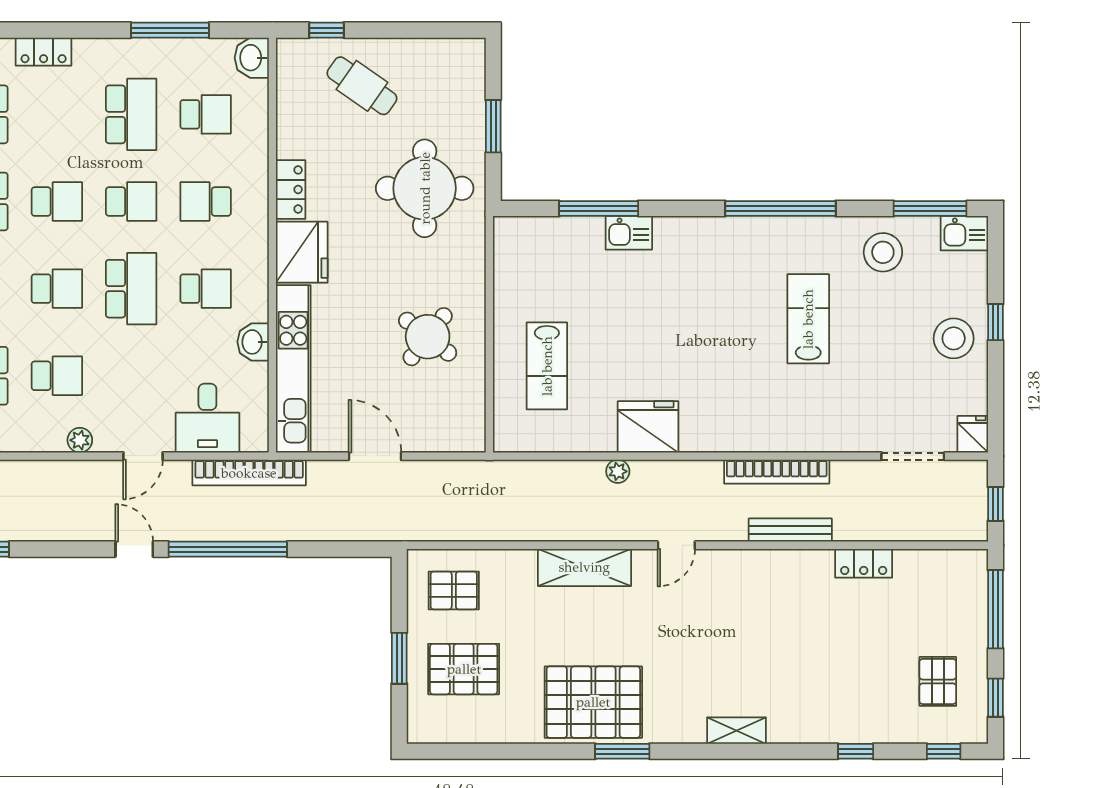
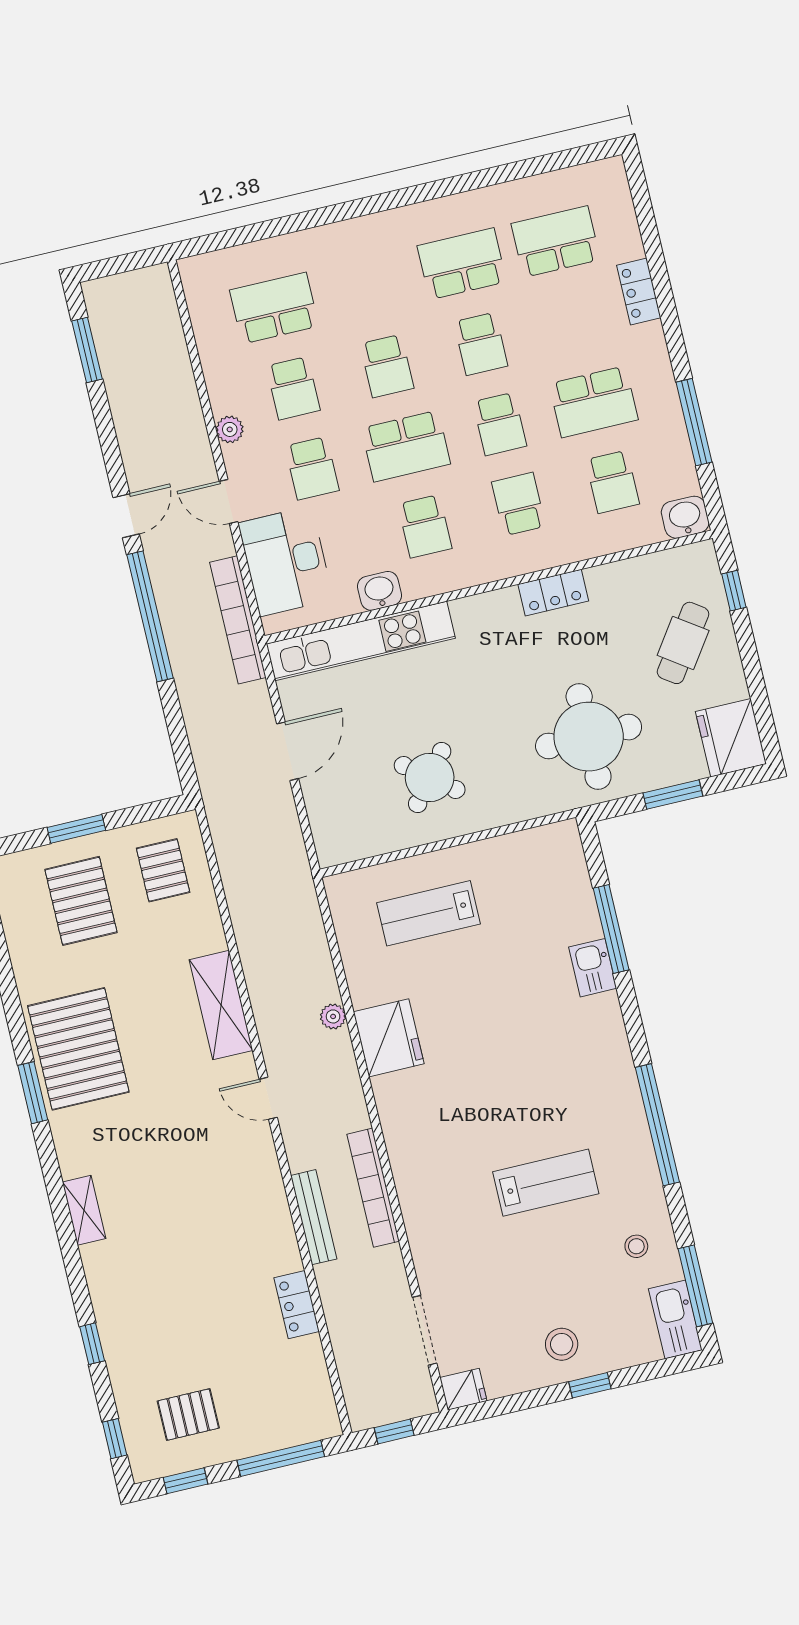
kitchen sink: (964, 233) -> (675, 1319), width x1.38
fridge: (302, 252) -> (731, 738), moved, turned 90
stool: (883, 252) -> (636, 1246), width x0.53, depth x0.53
stool: (954, 338) -> (562, 1344), width x0.73, depth x0.73
school desk: (131, 376) -> (312, 468), added
desk: (207, 418) -> (286, 561), width x1.37

